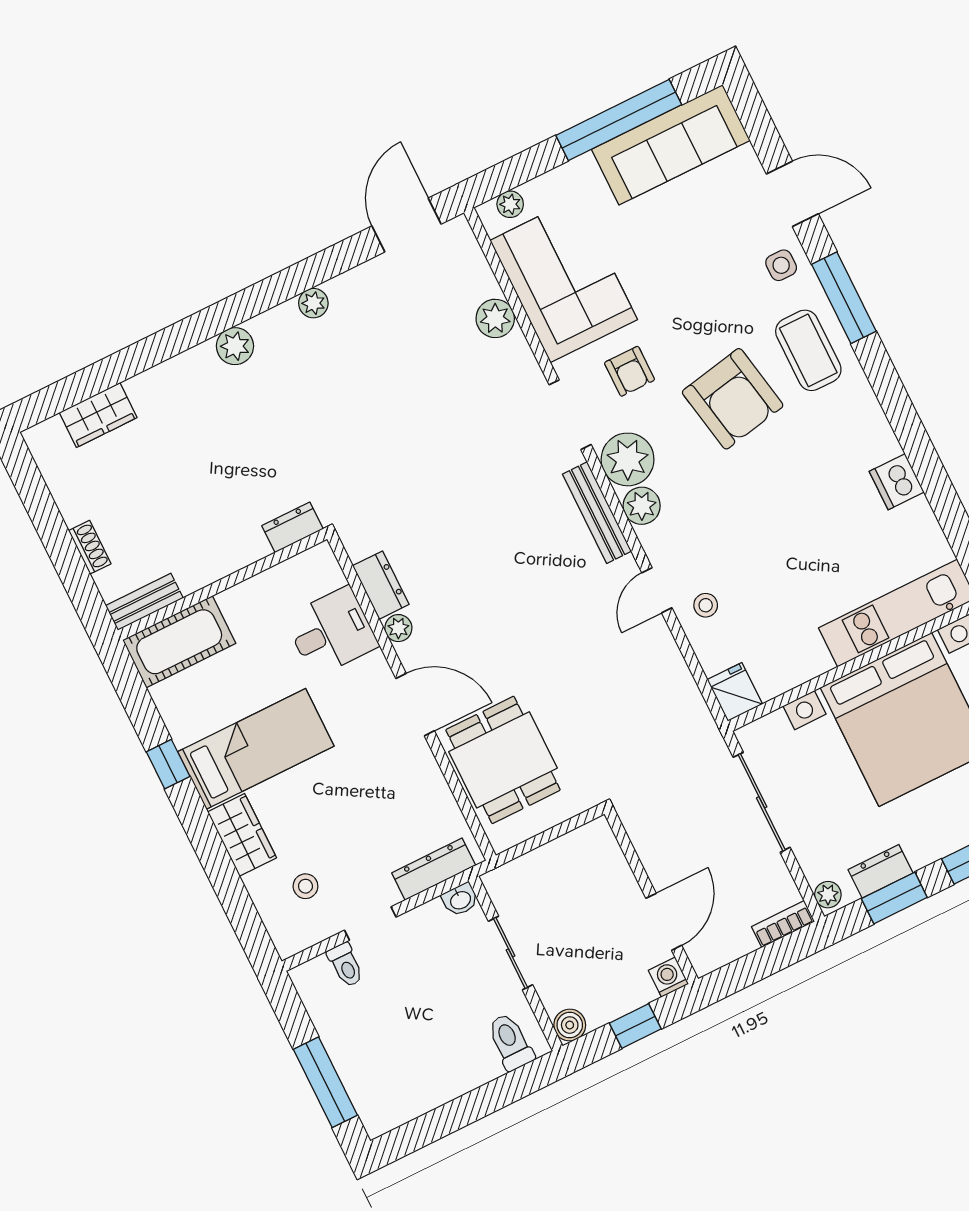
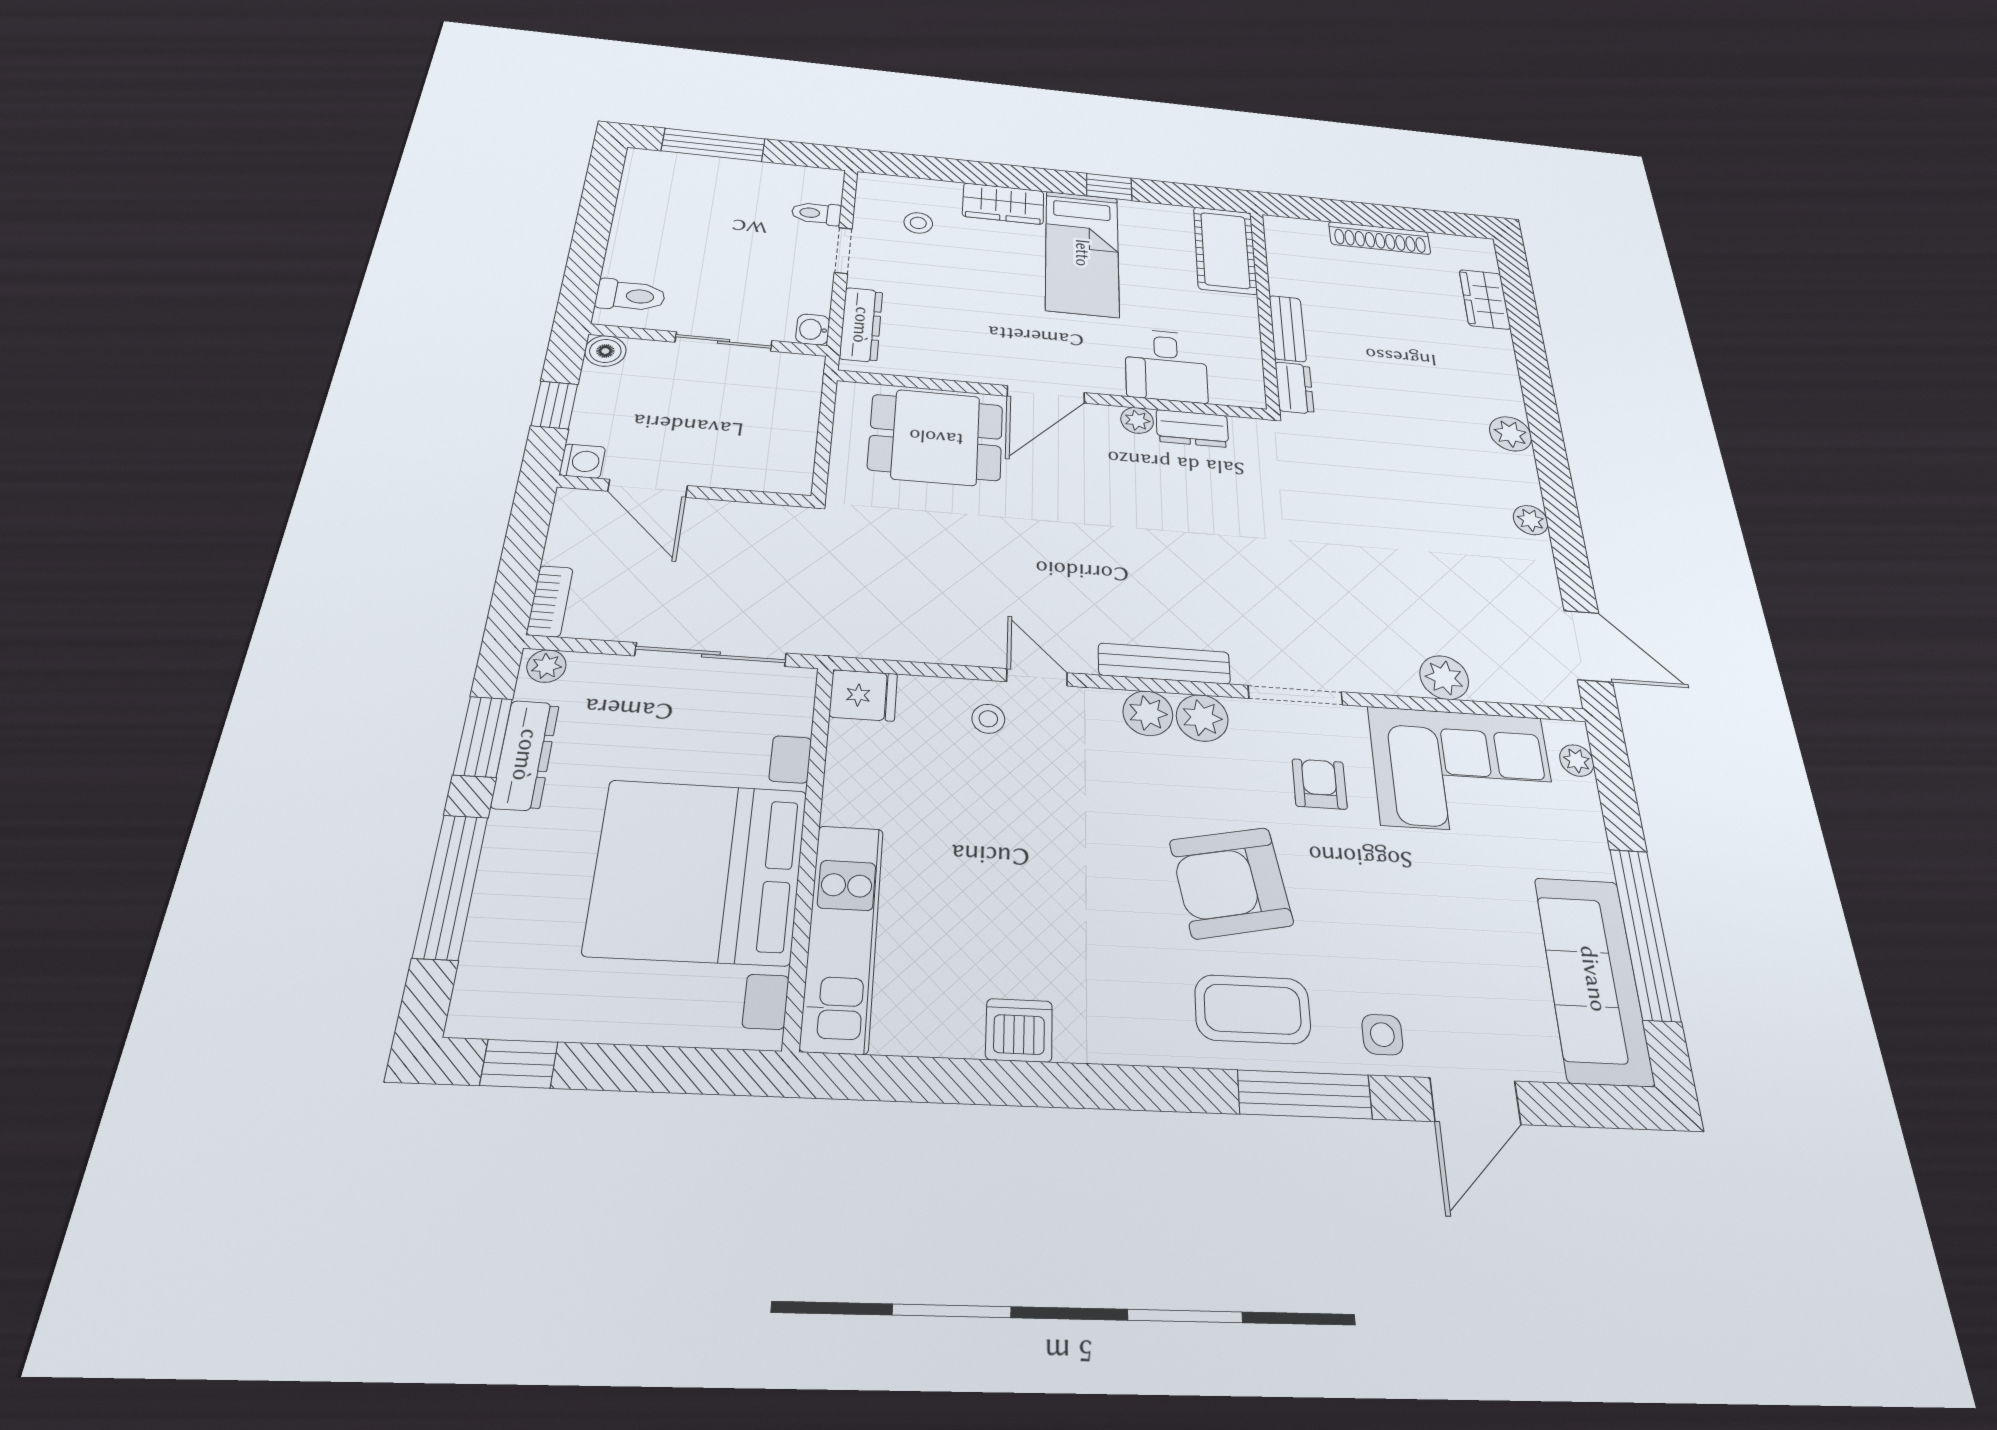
armchair: (630, 371) -> (1320, 784), turned 90
plant: (628, 459) -> (1202, 718), width x0.73, depth x0.73
shoe rack: (90, 547) -> (1380, 238), width x1.94, depth x1.24
bench: (144, 602) -> (1288, 328), moved
dresser: (880, 871) -> (525, 755), width x1.44

